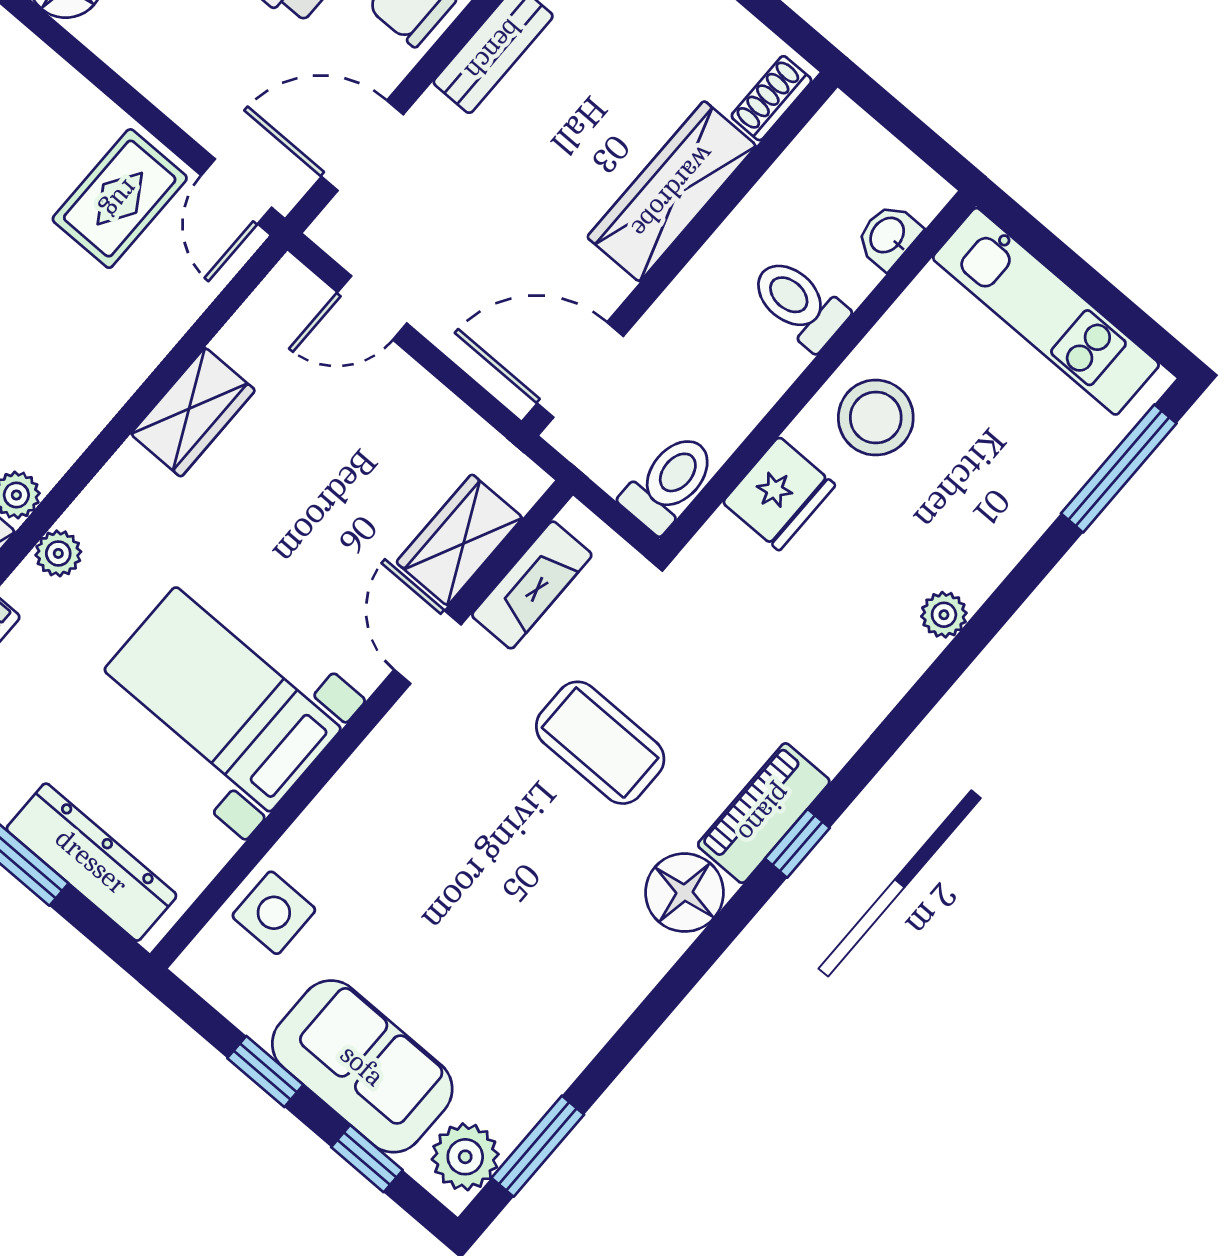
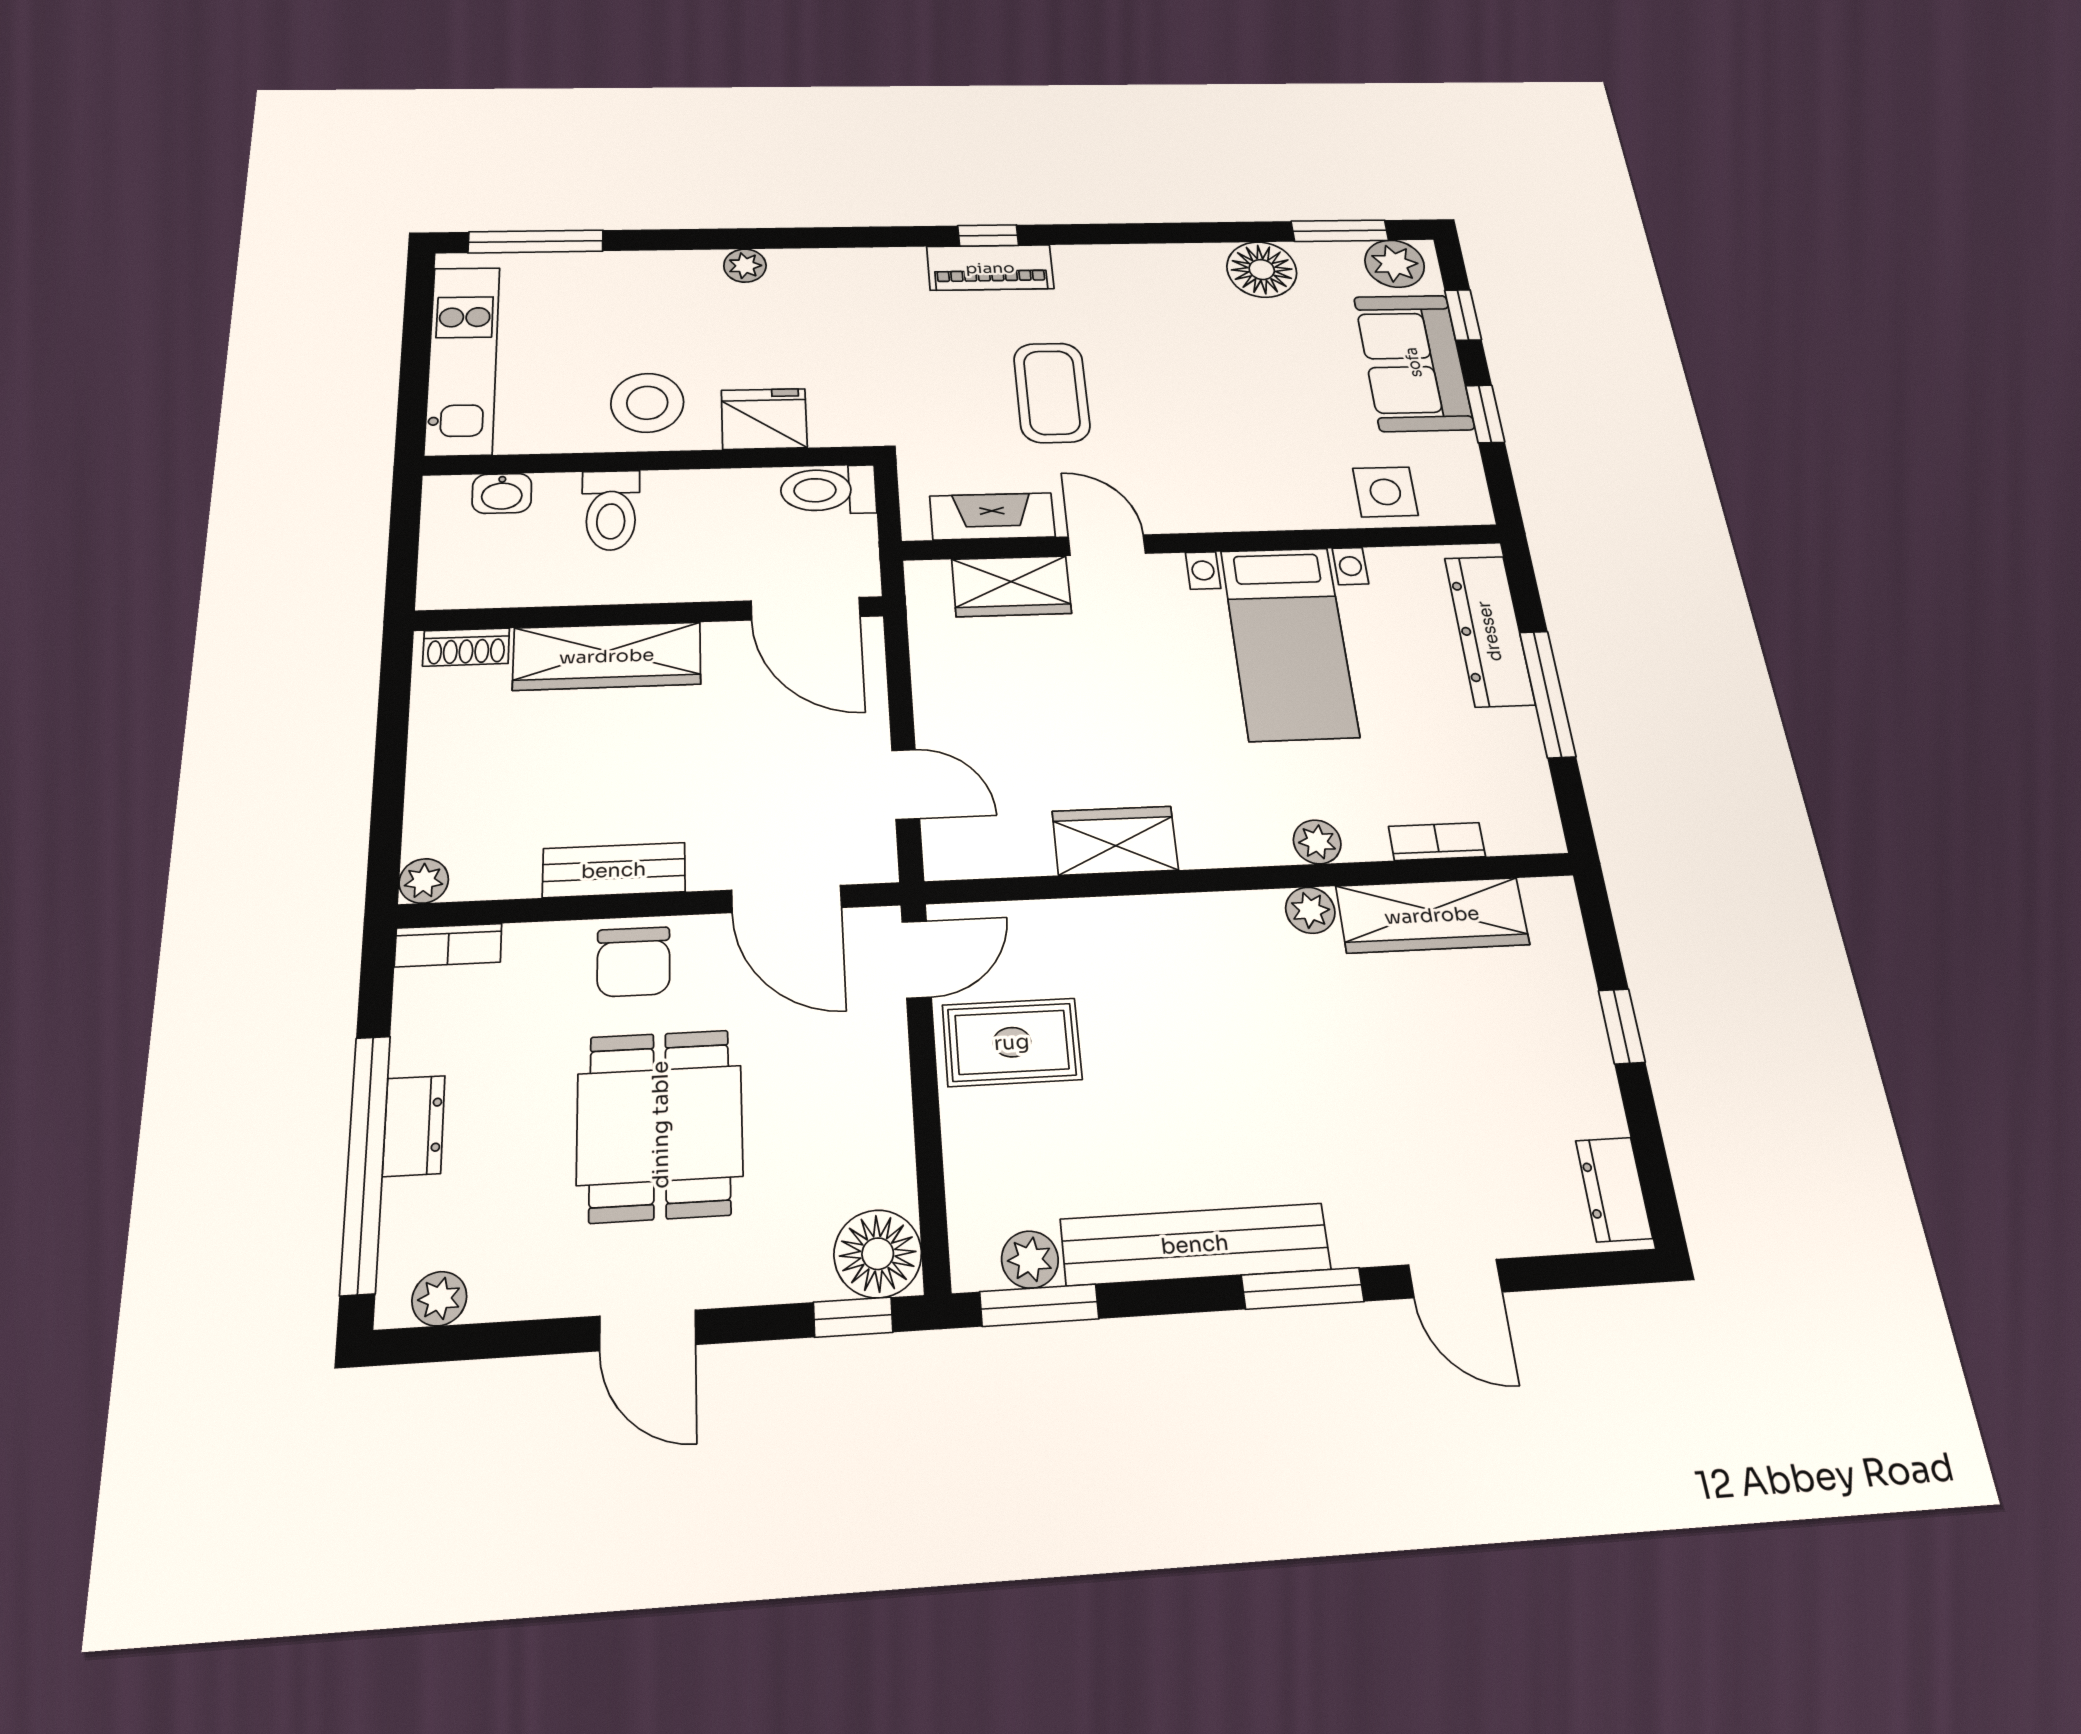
door: (428, 647) -> (1107, 545), swing flipped
floor lamp: (684, 893) -> (1262, 270), moved

